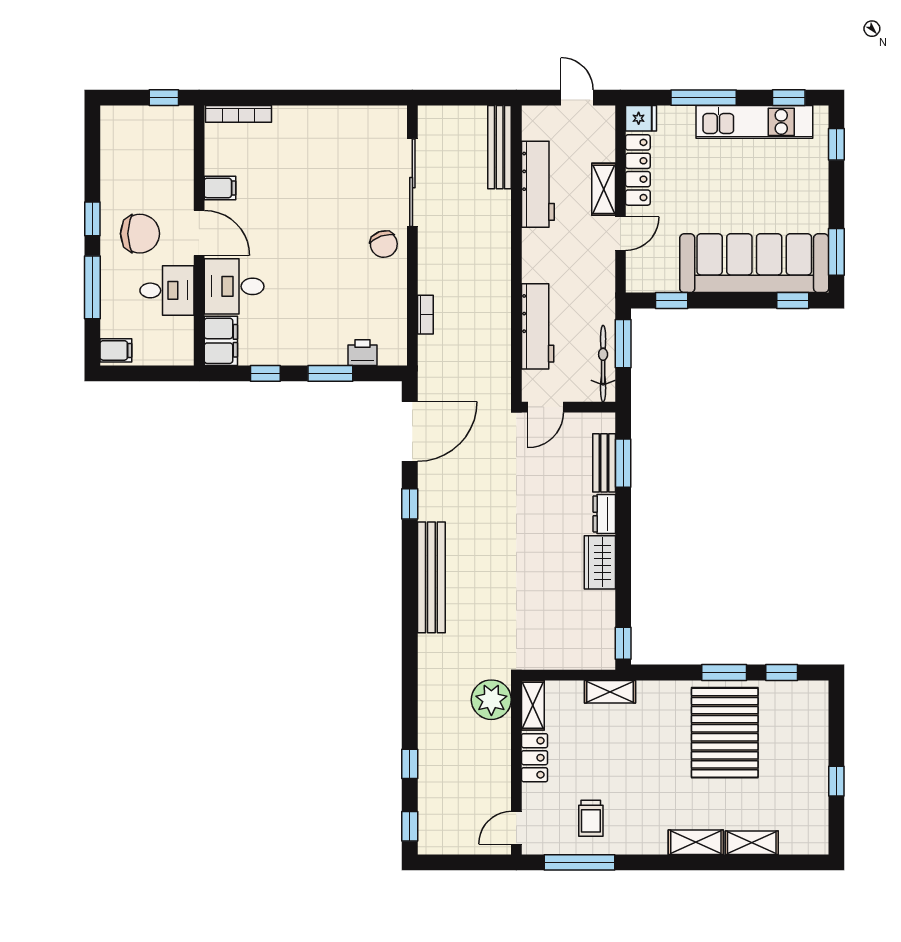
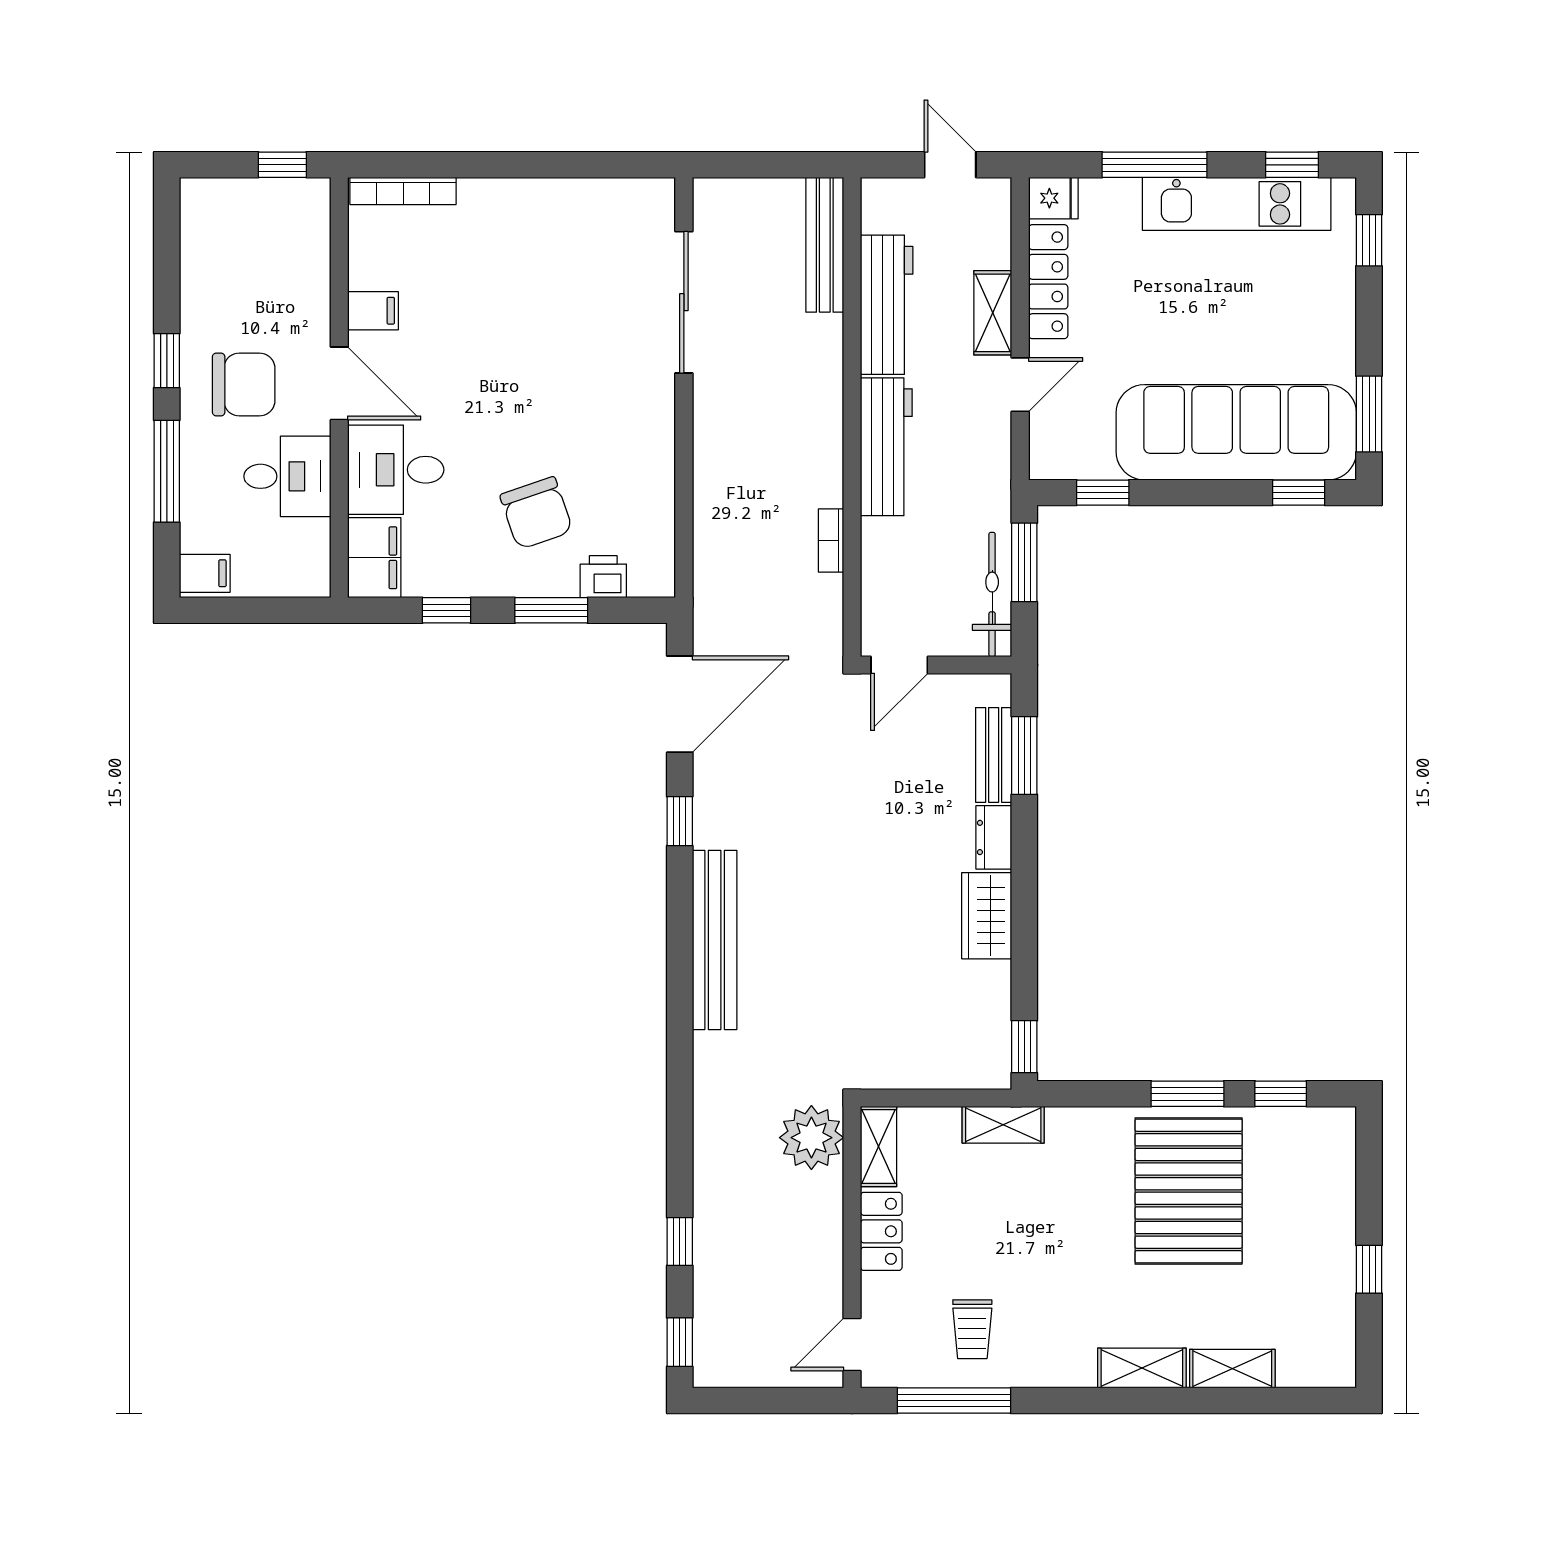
chair: (384, 244) -> (536, 513), moved, width x1.37, depth x1.37
bookcase: (425, 315) -> (831, 540), moved, turned 180
workbench: (538, 326) -> (886, 447), moved

